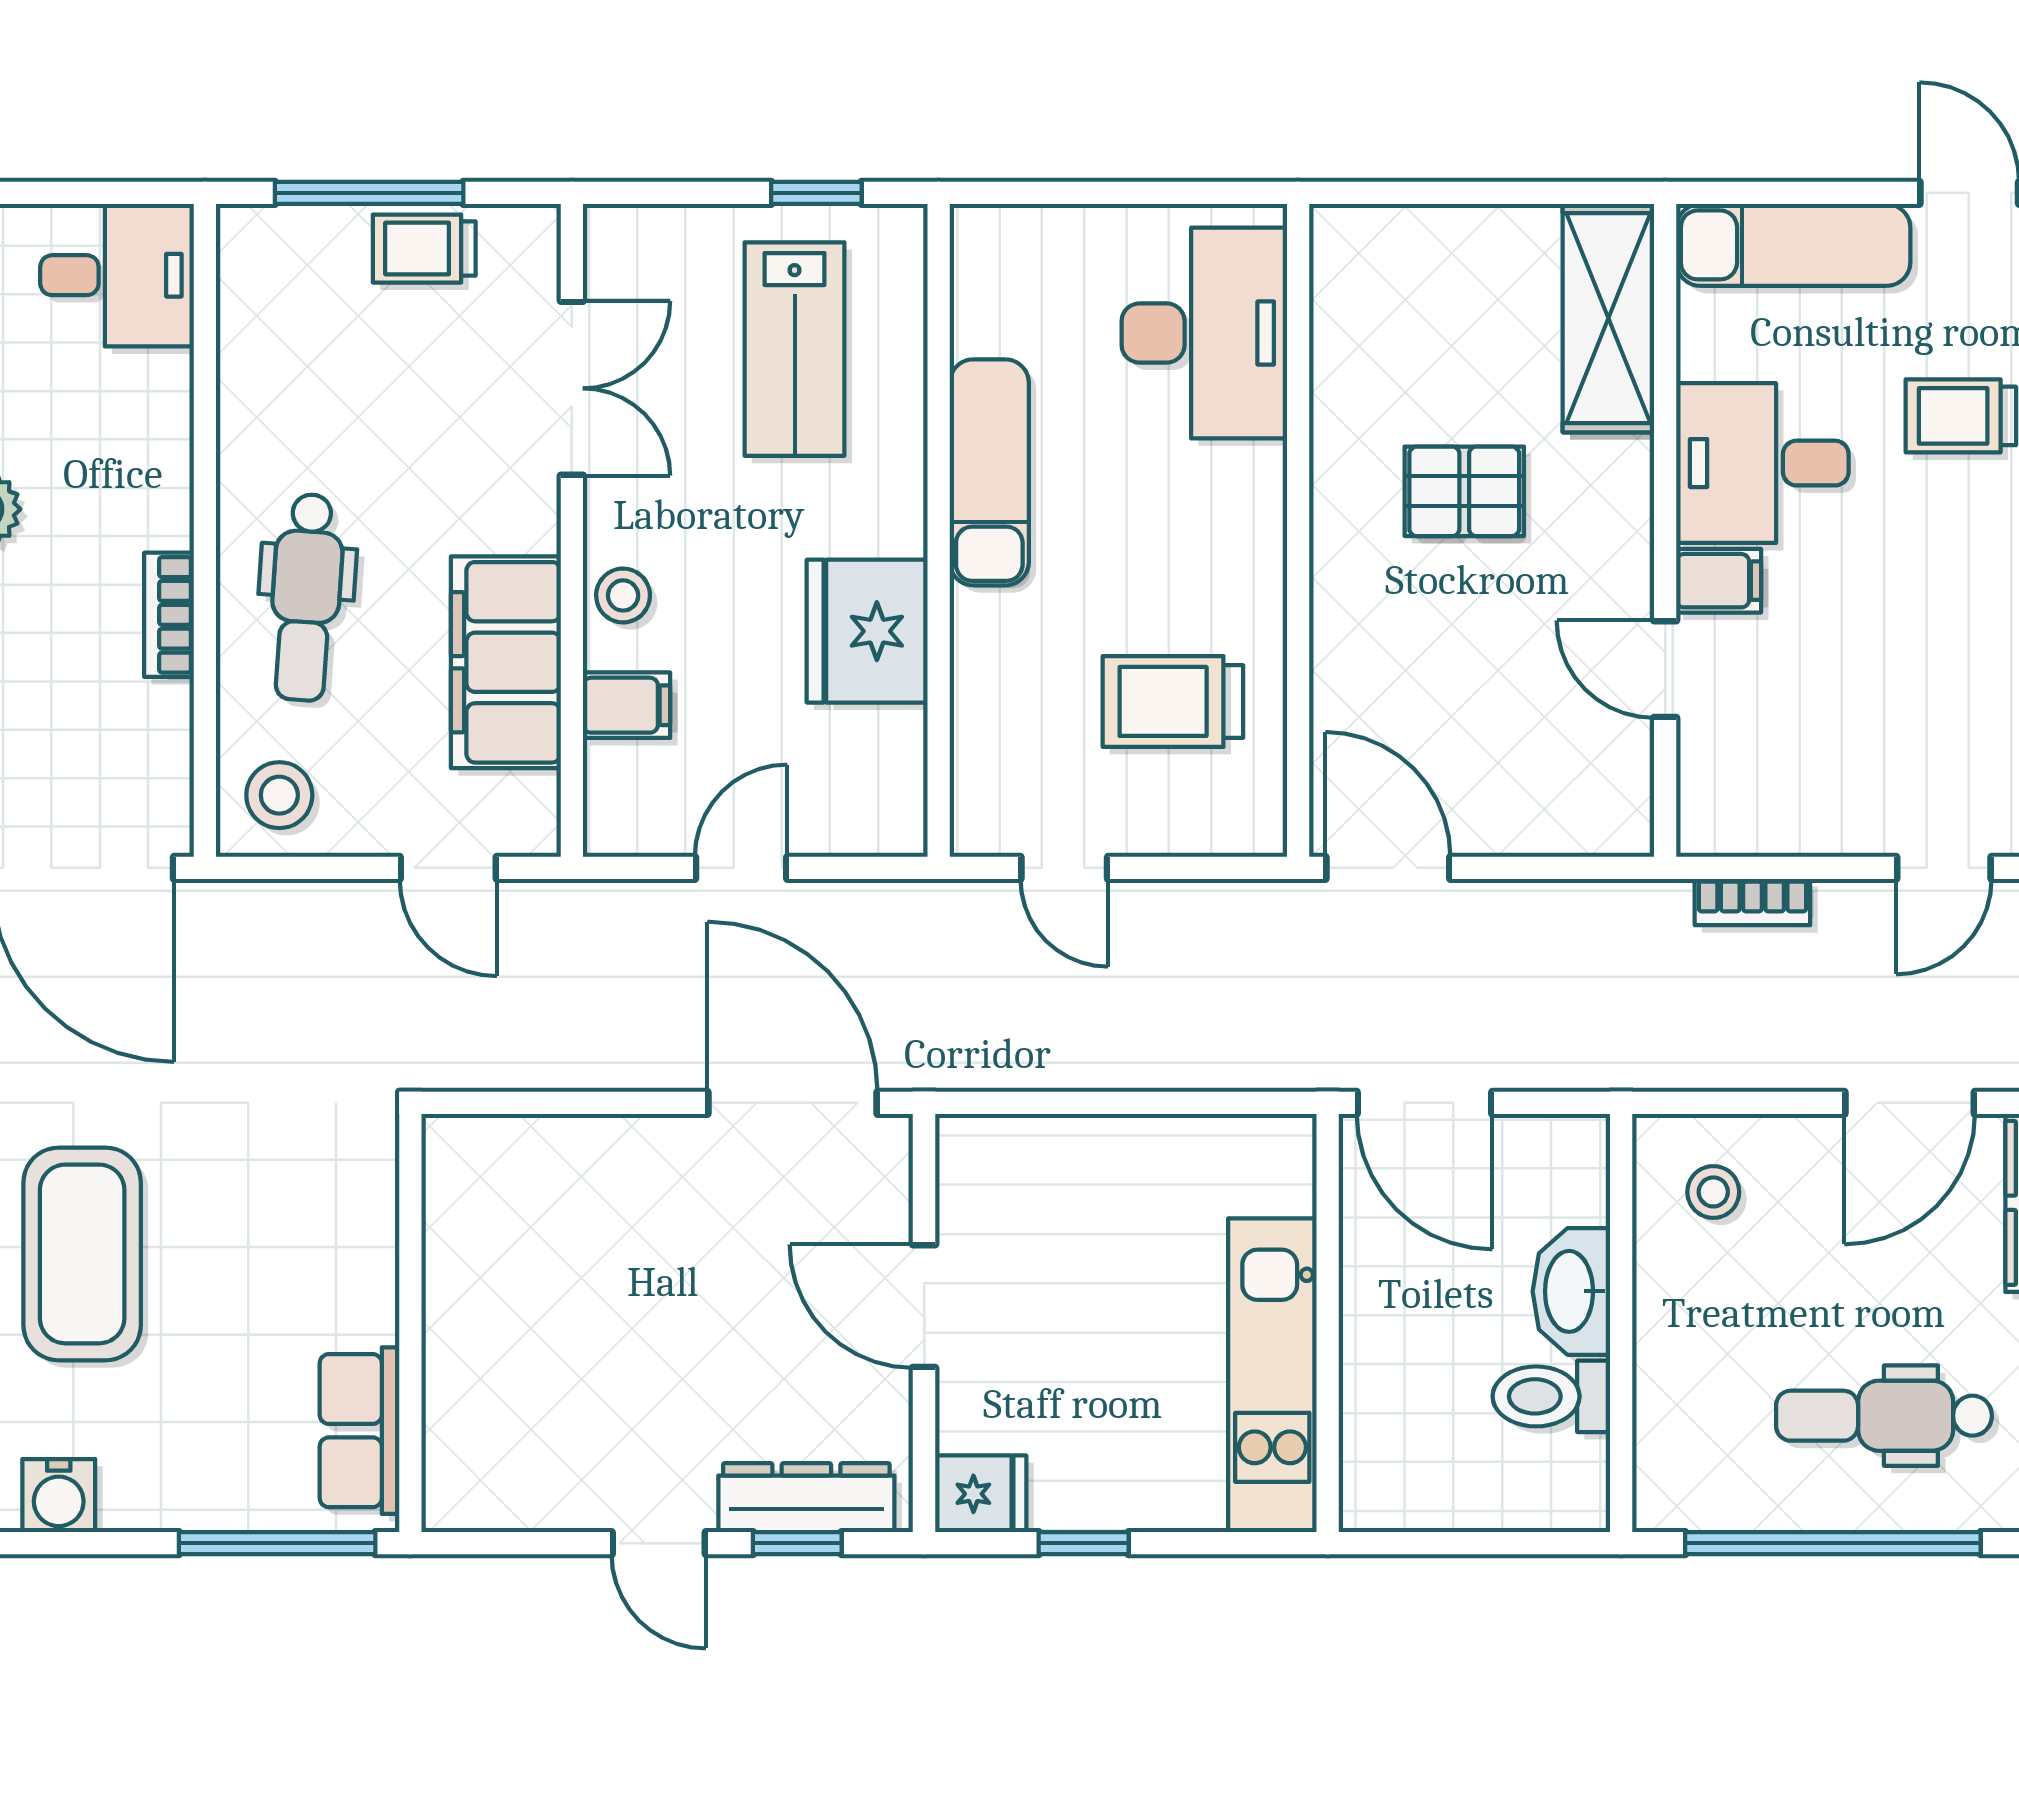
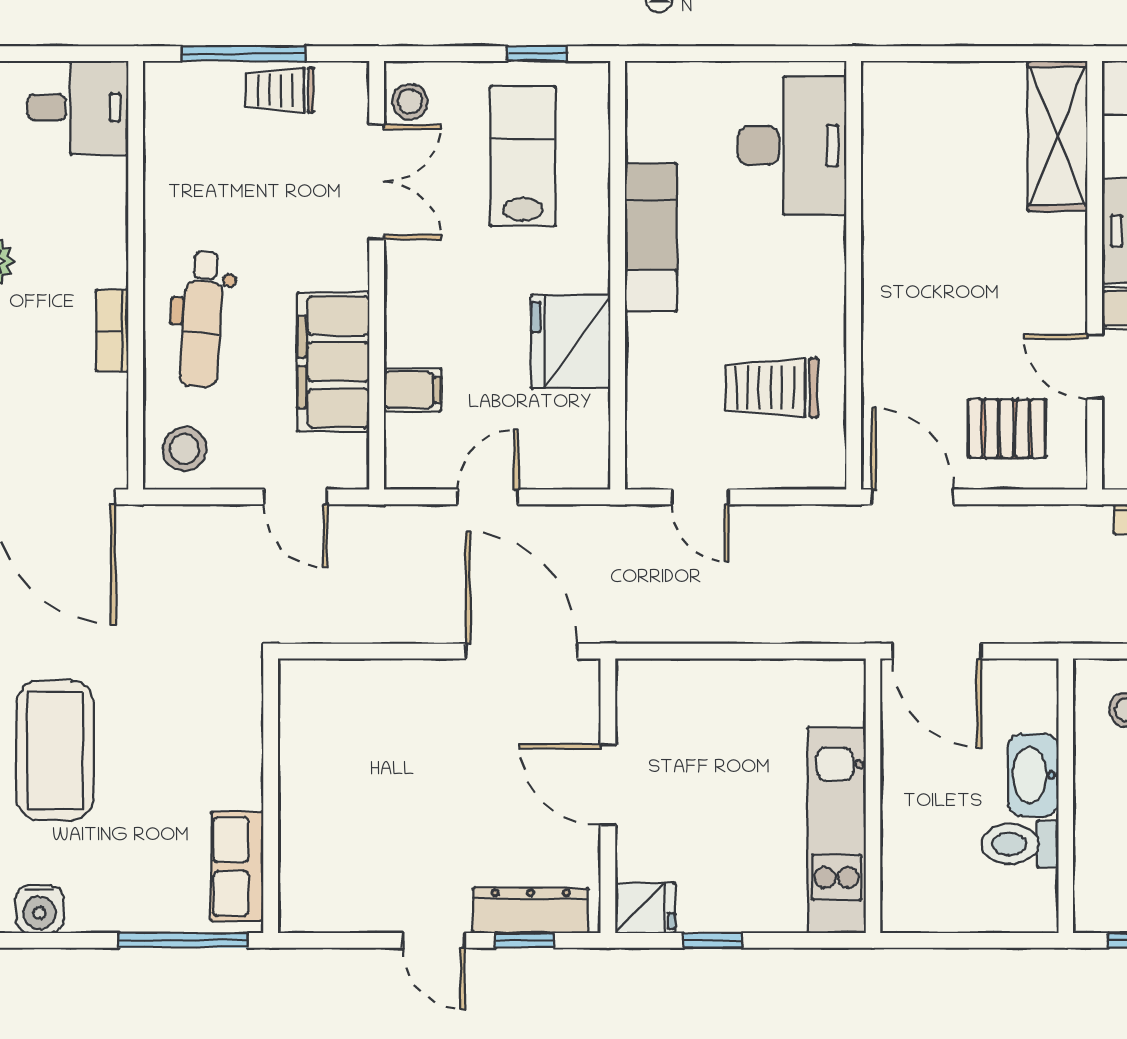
lab bench: (795, 349) -> (523, 156), turned 180
pallet: (1464, 491) -> (1007, 428), moved
stool: (623, 595) -> (410, 102), moved

